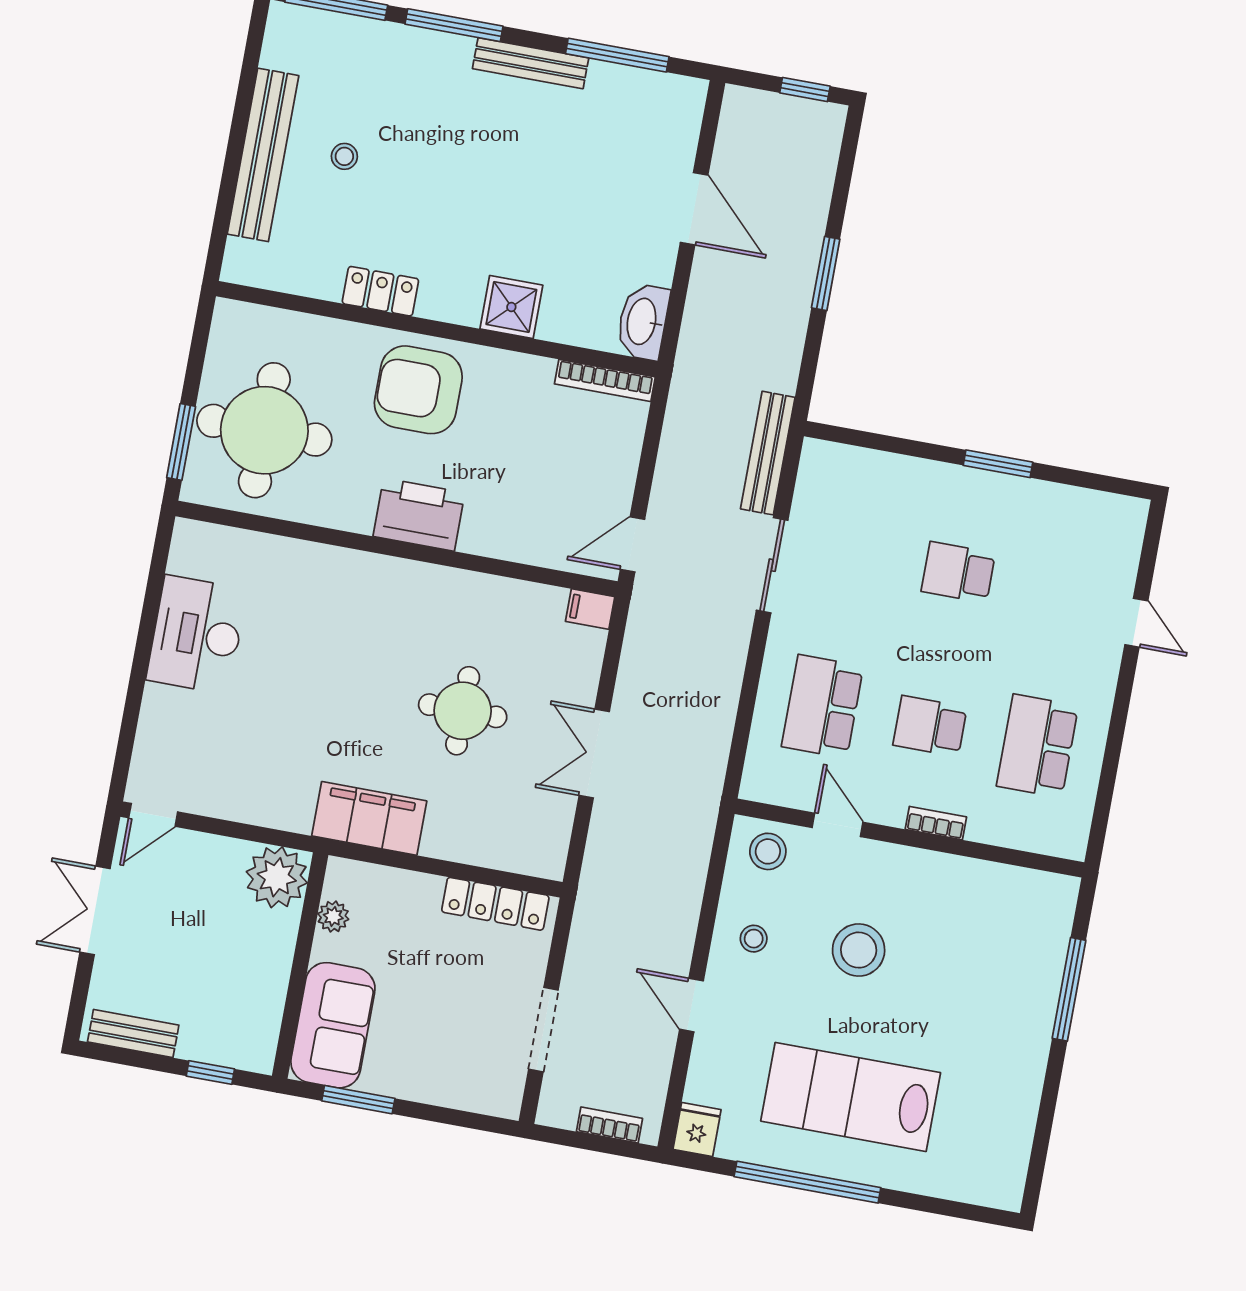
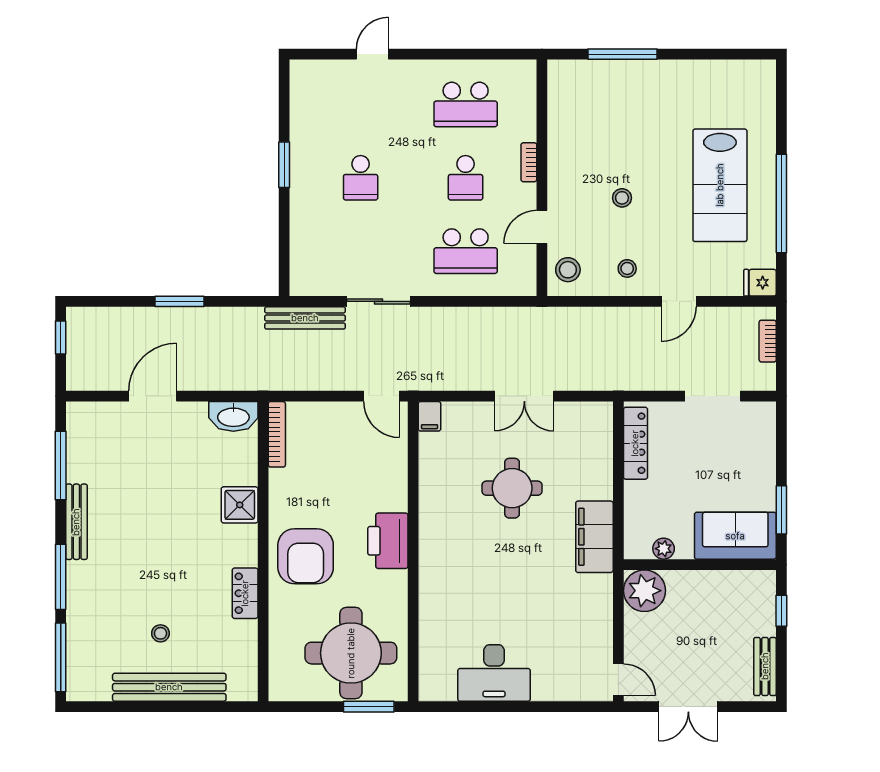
stool: (859, 950) -> (622, 198), width x0.53, depth x0.53

